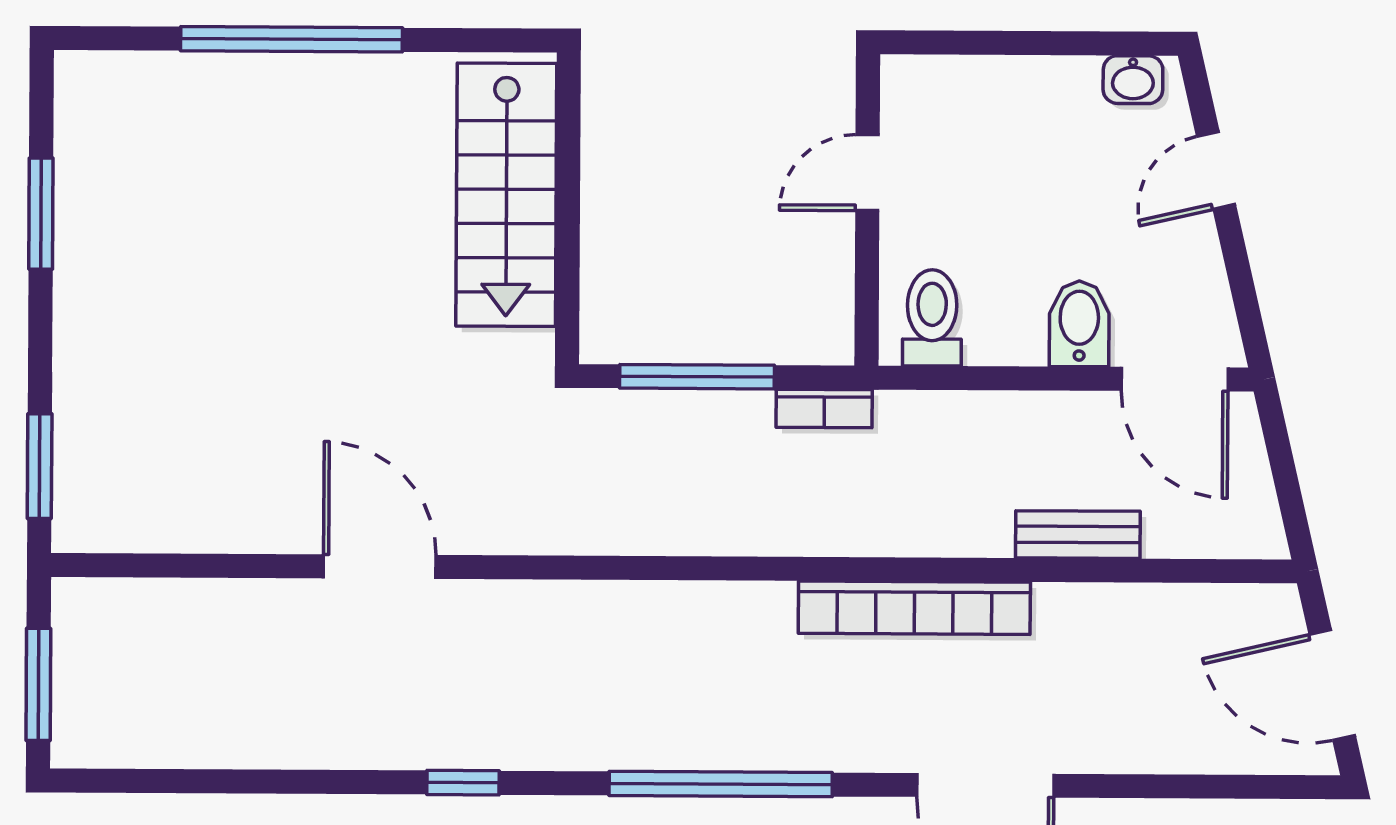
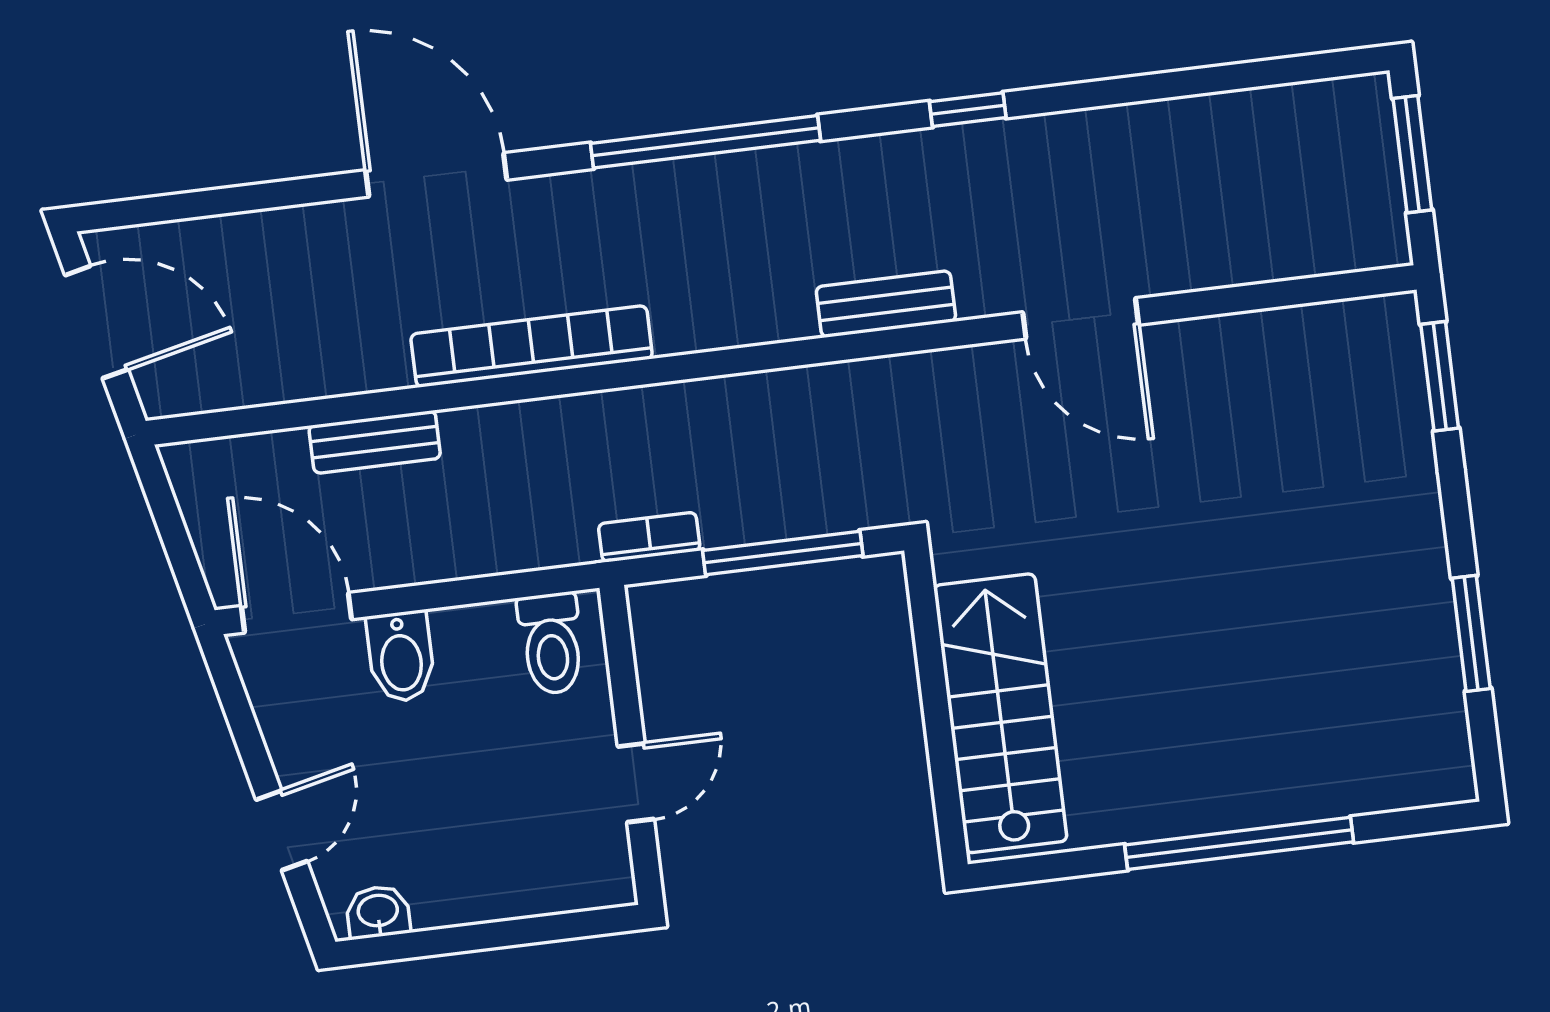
bench: (566, 605) -> (886, 304), added

